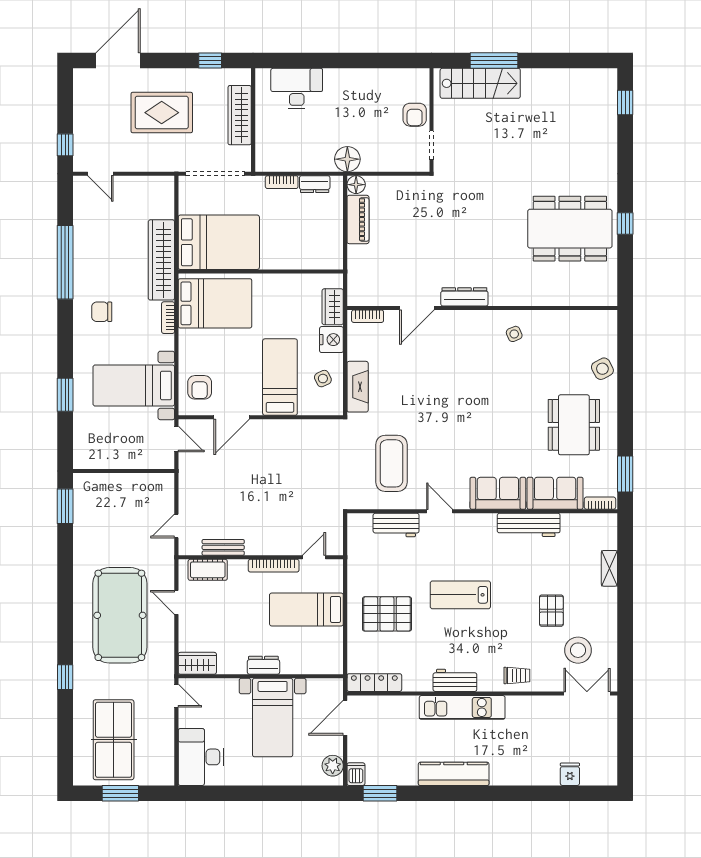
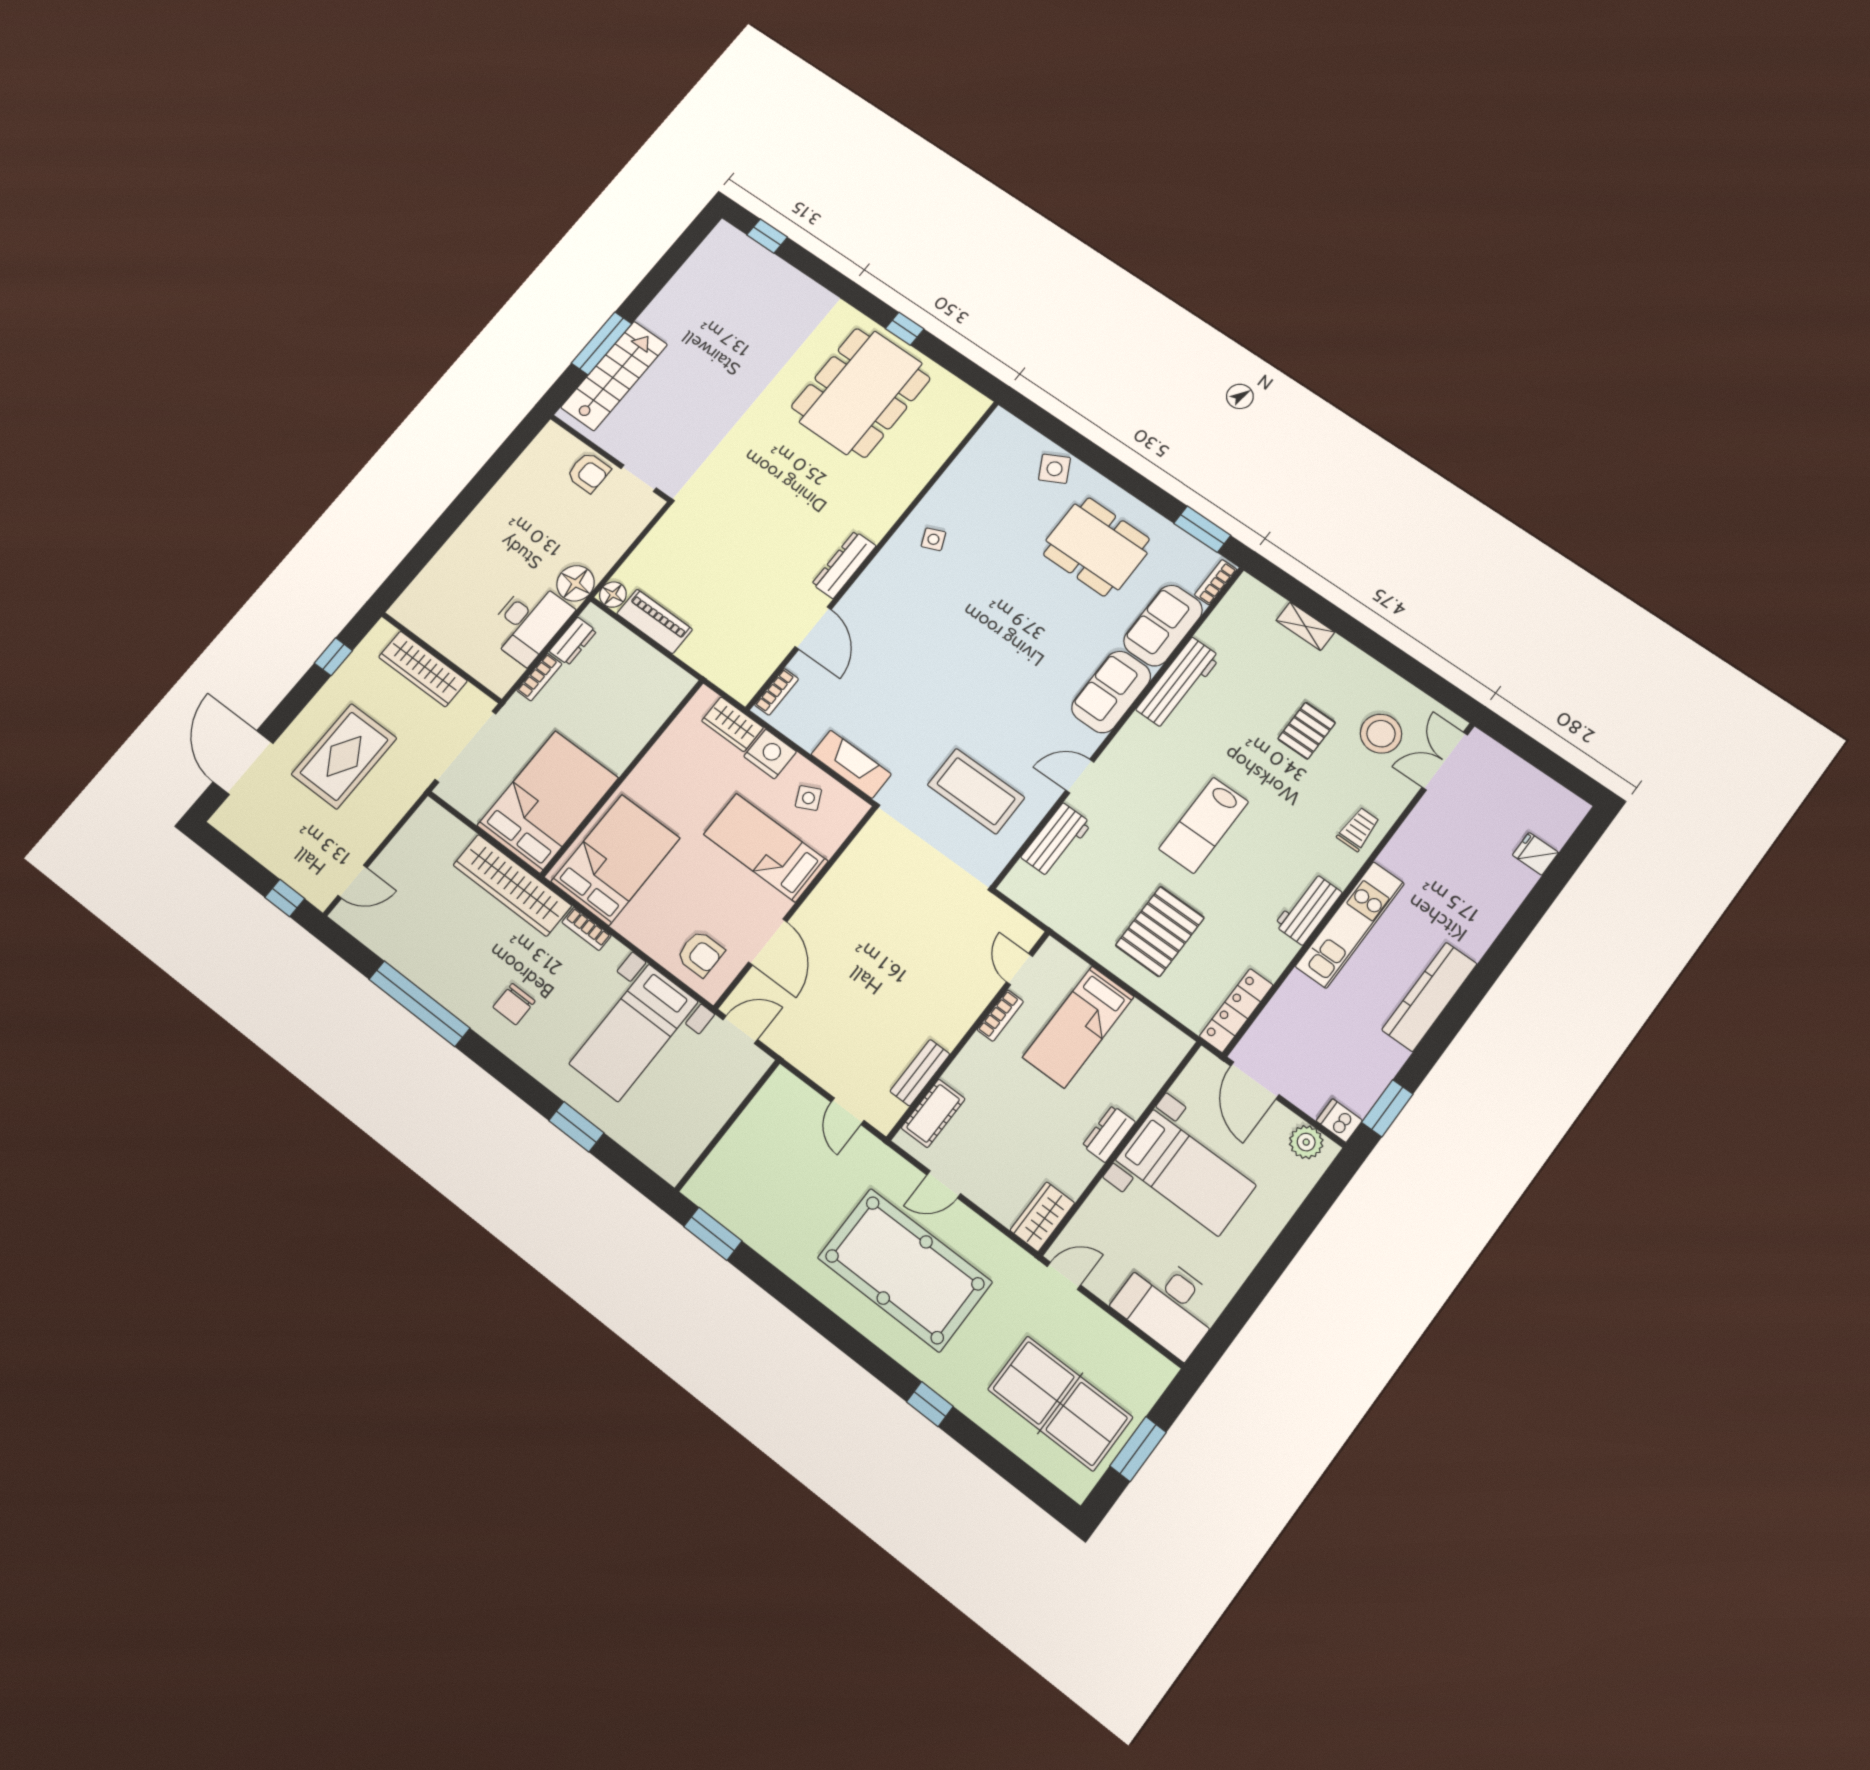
desk: (297, 88) -> (529, 622), moved, turned 180
bookcase: (274, 566) -> (1000, 1016), width x0.64
pallet: (551, 611) -> (1307, 731), turned 90

